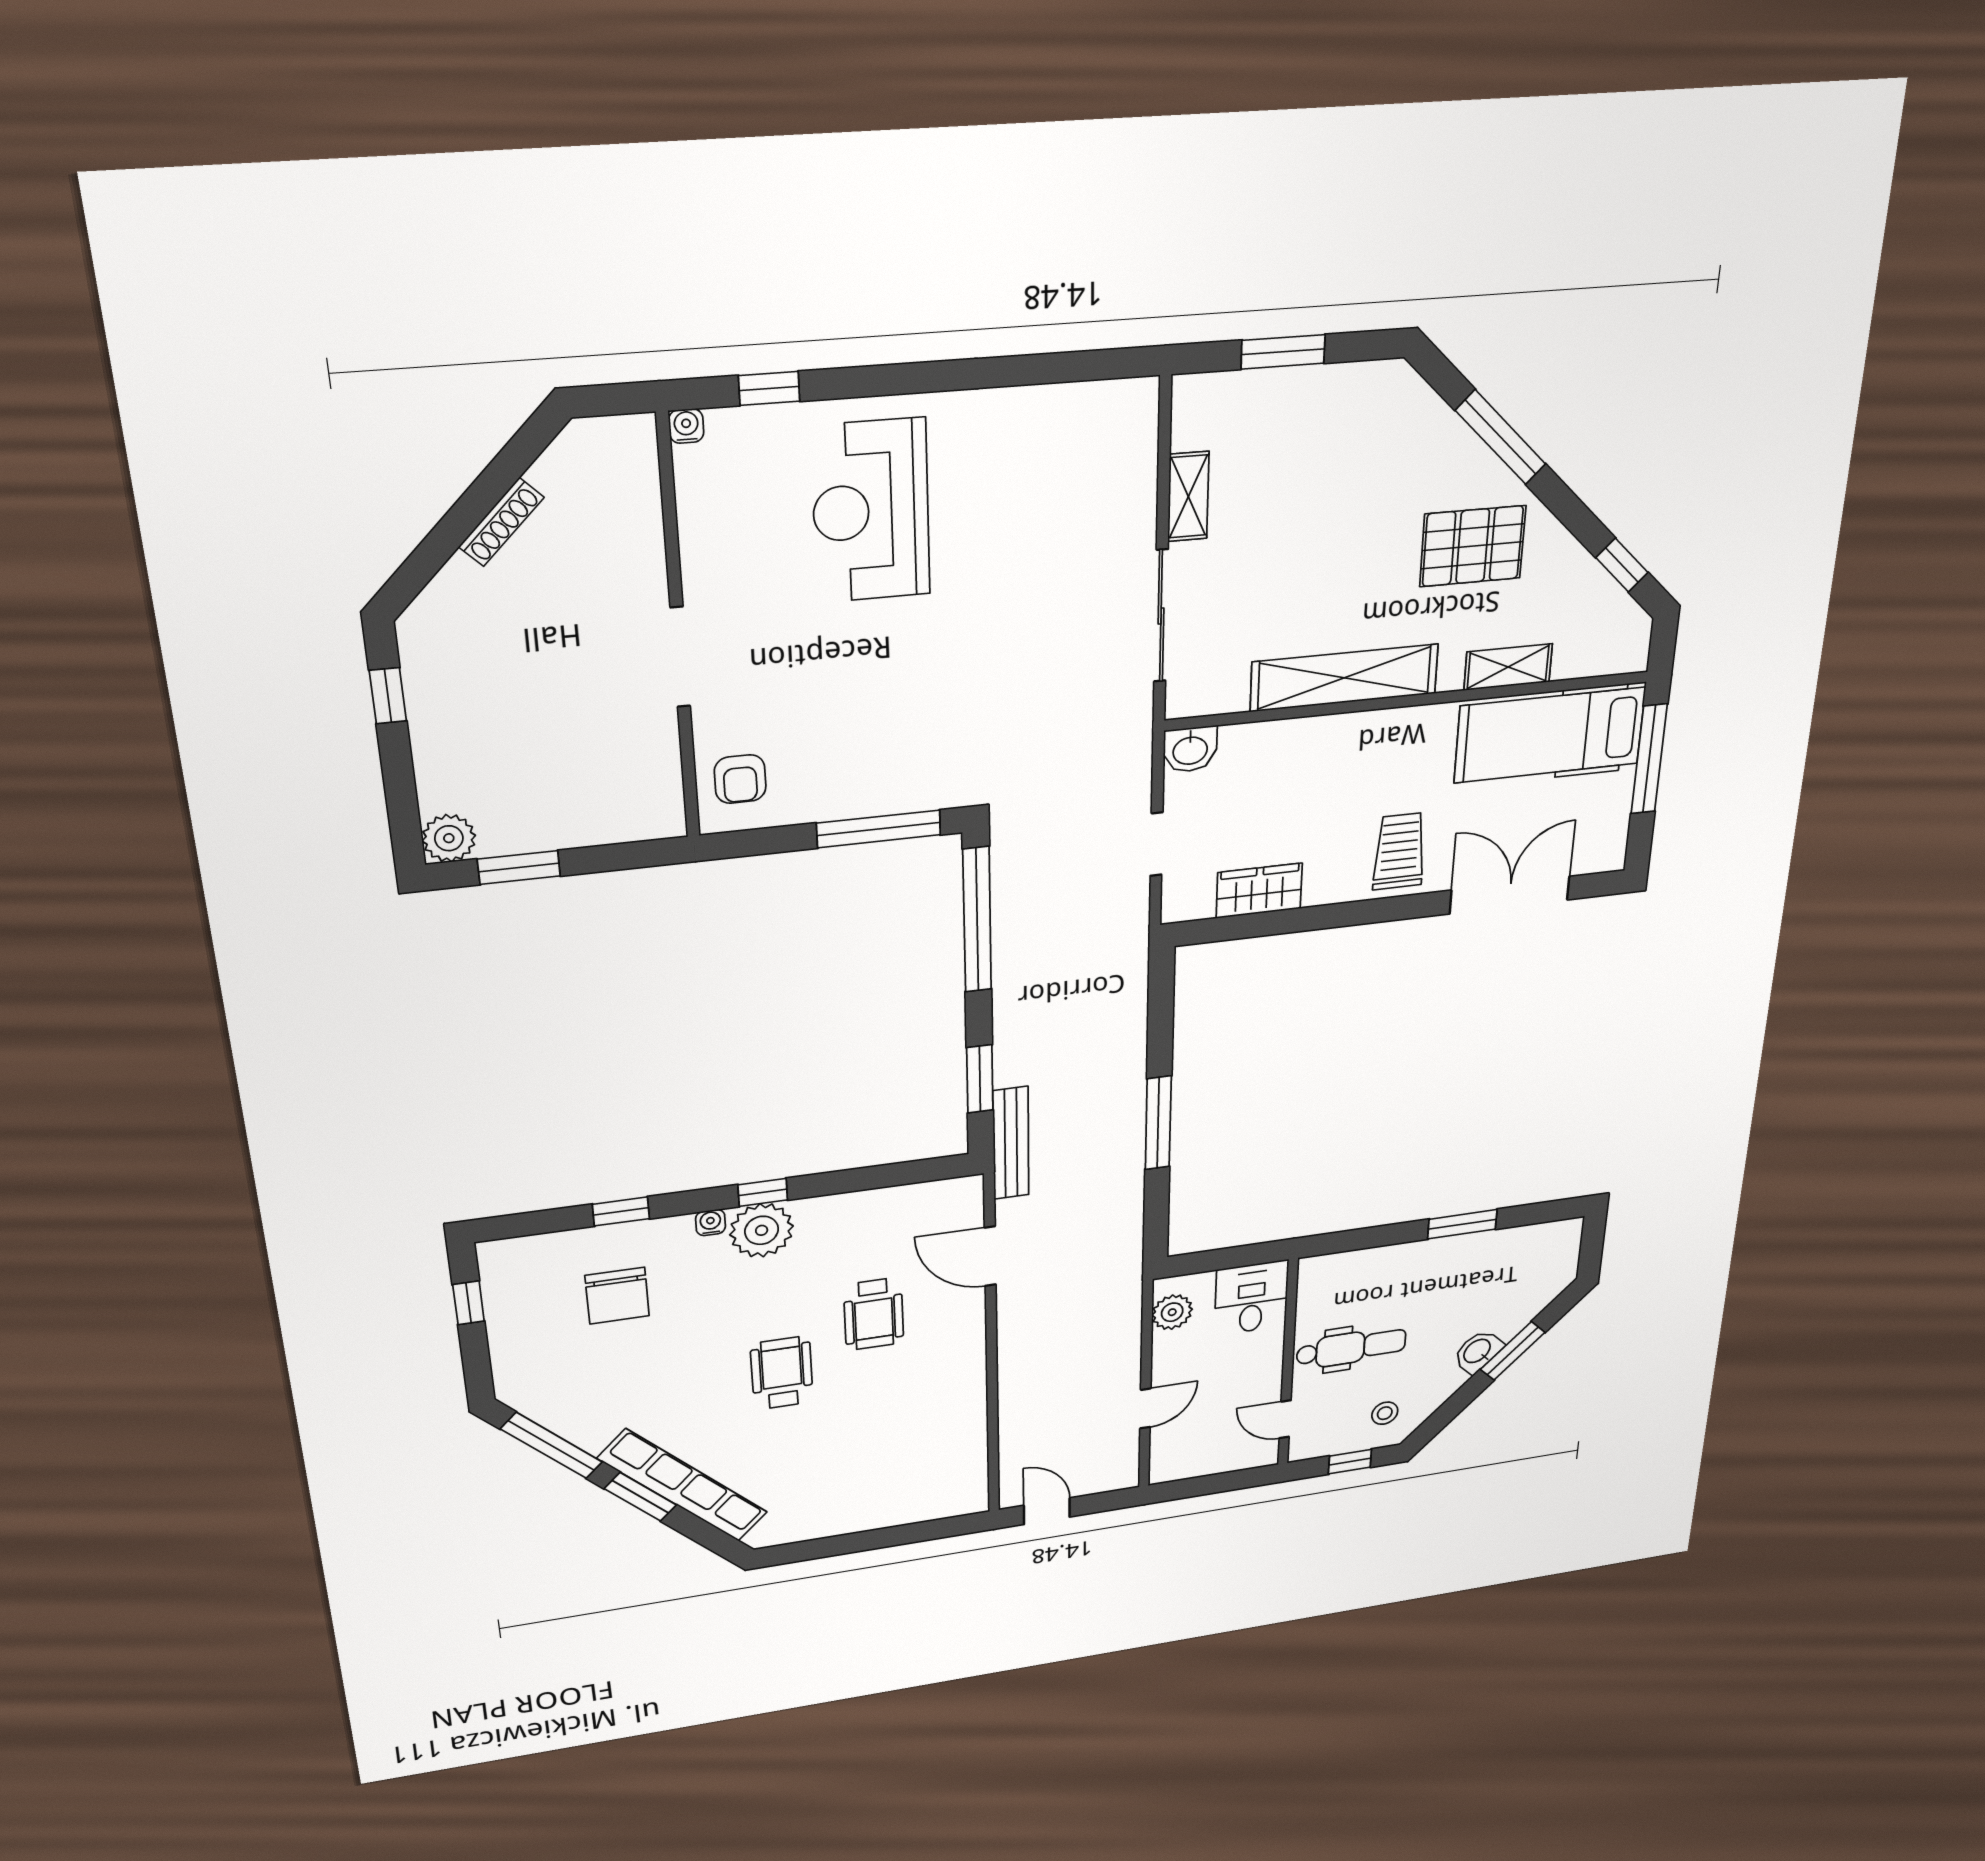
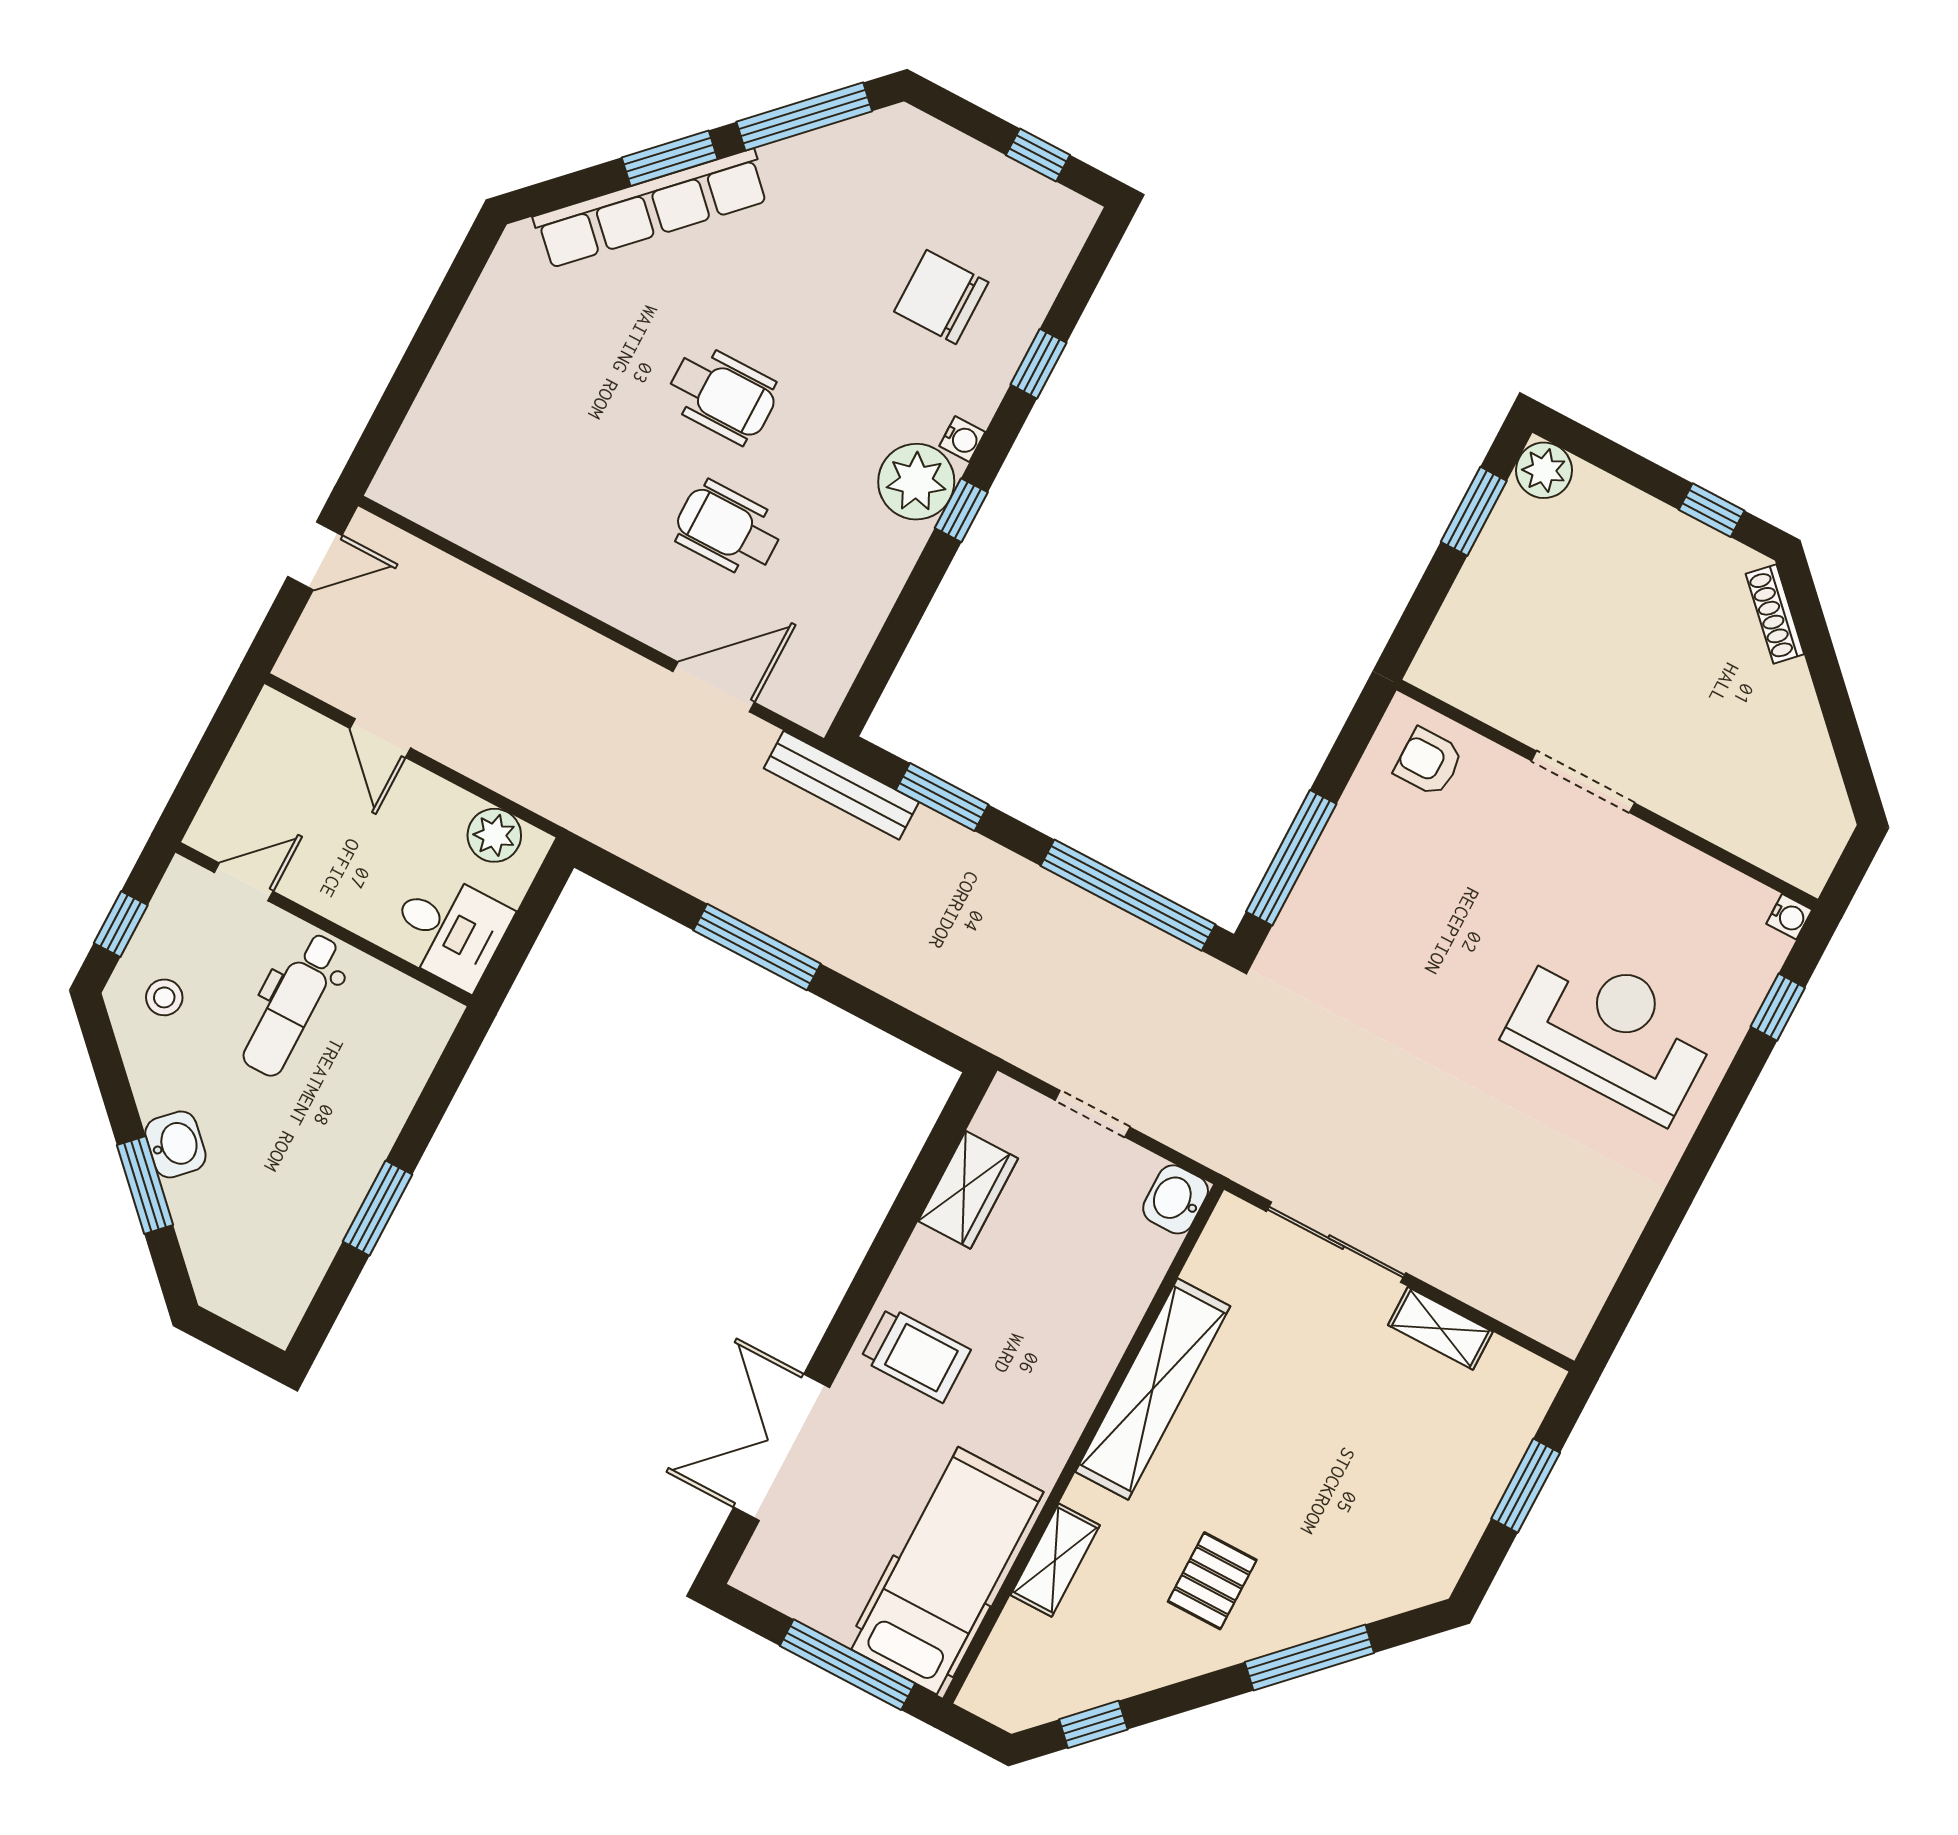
shoe rack: (501, 522) -> (1775, 614), moved
pallet: (1473, 546) -> (1212, 1581), width x0.67, depth x0.71
double door: (1510, 895) -> (782, 1447), swing flipped

